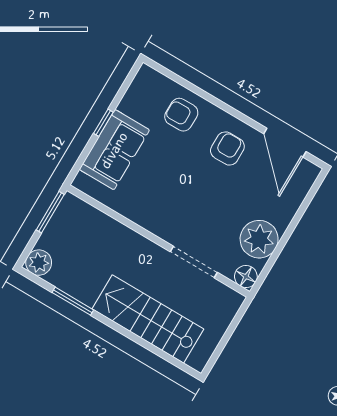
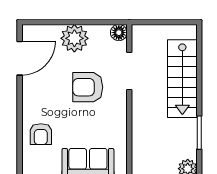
armchair: (227, 148) -> (88, 87), moved, width x1.38, depth x1.38
plant: (259, 239) -> (74, 38), moved

